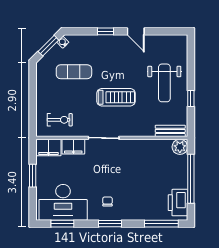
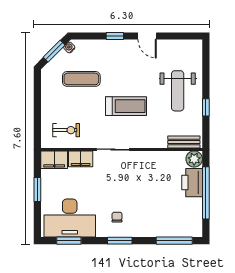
printer: (178, 203) -> (192, 183), moved

